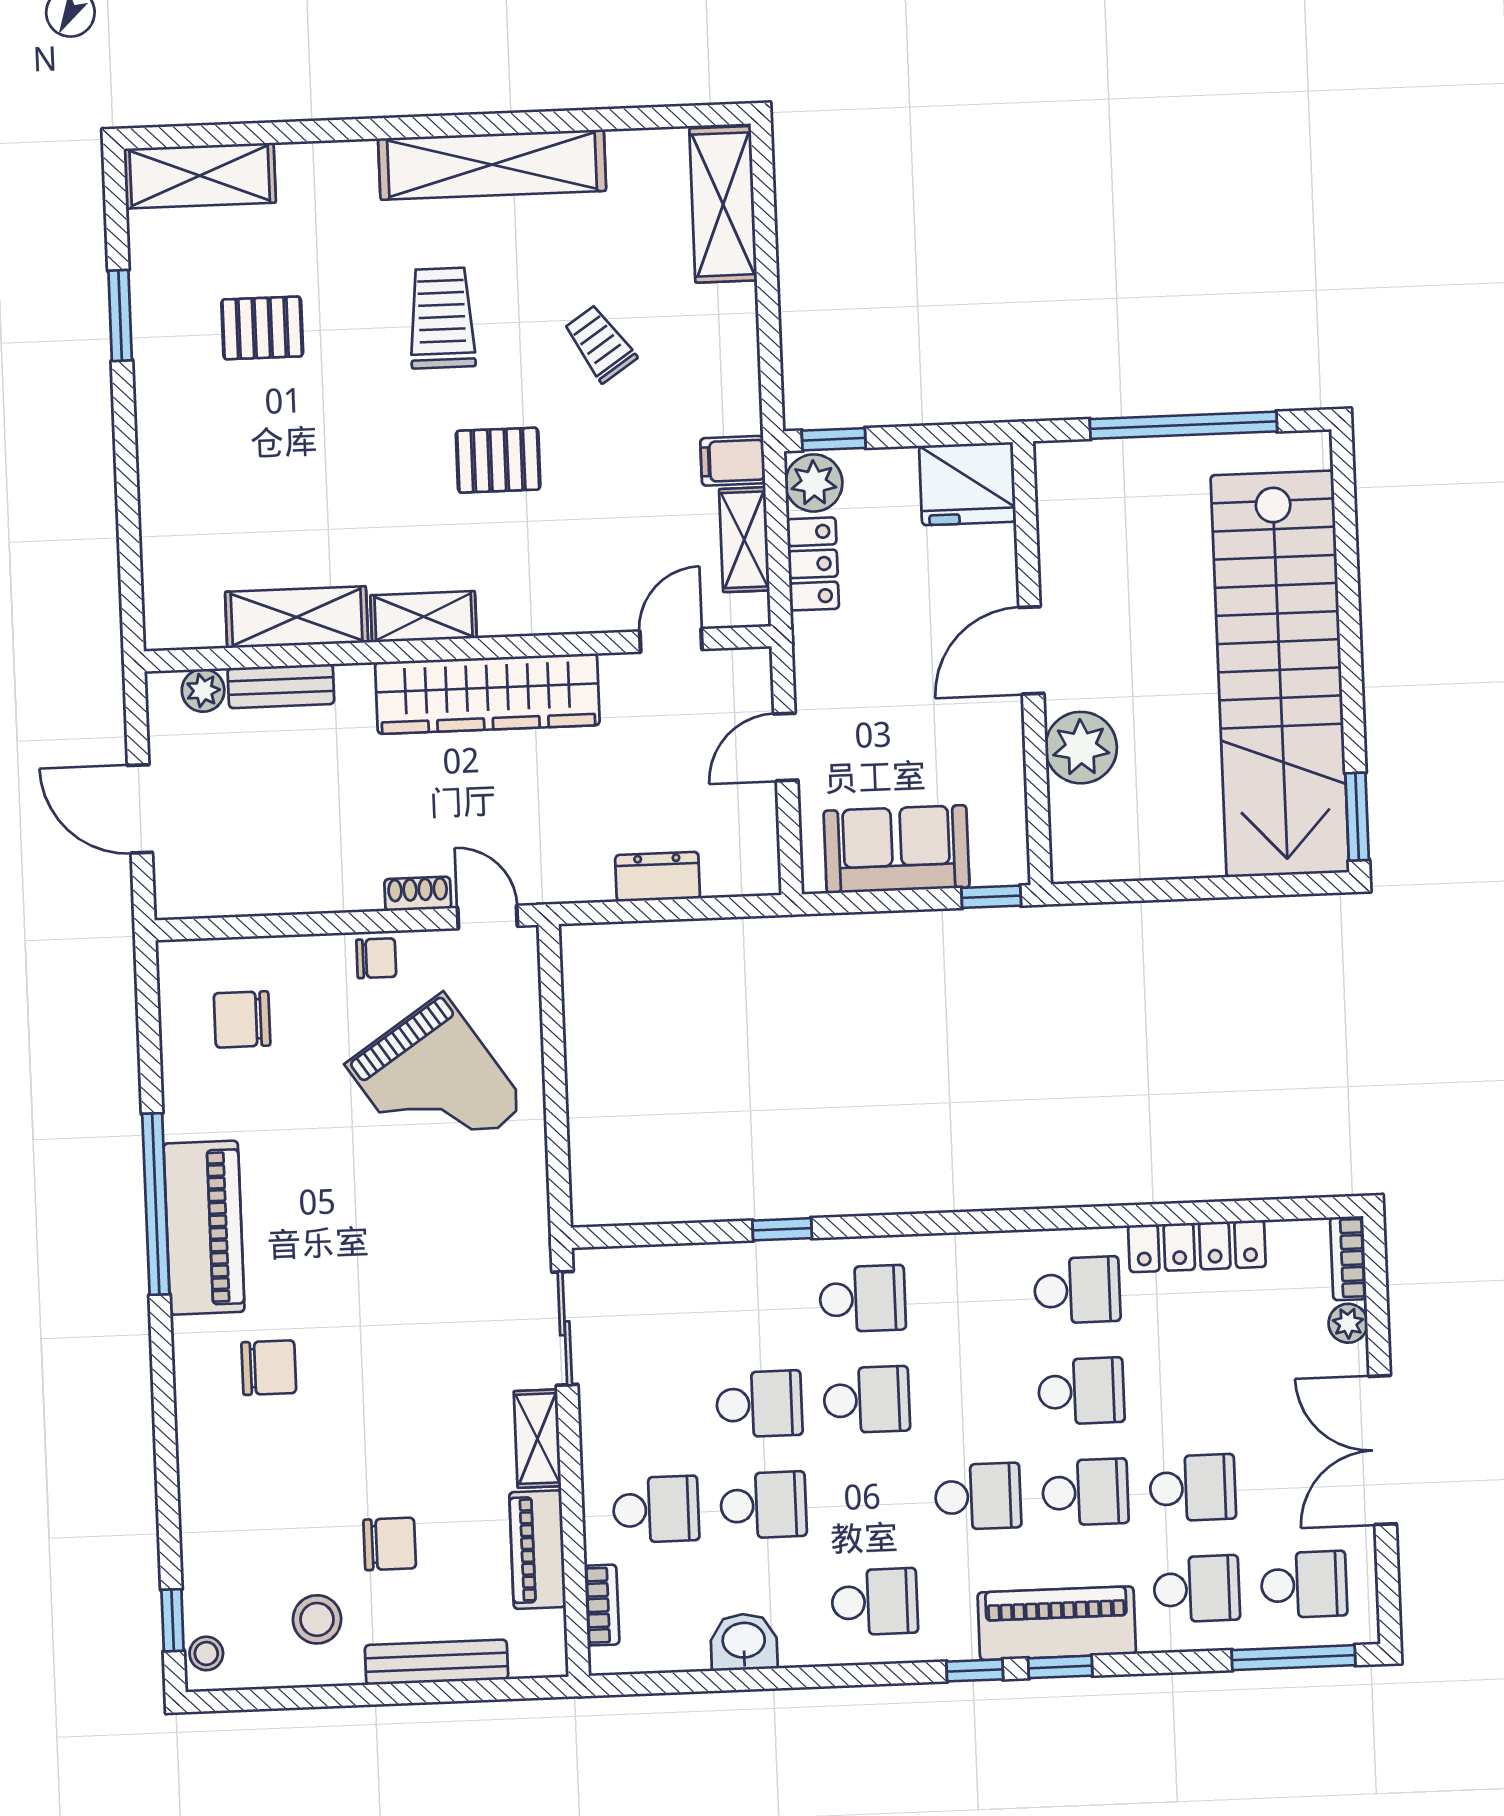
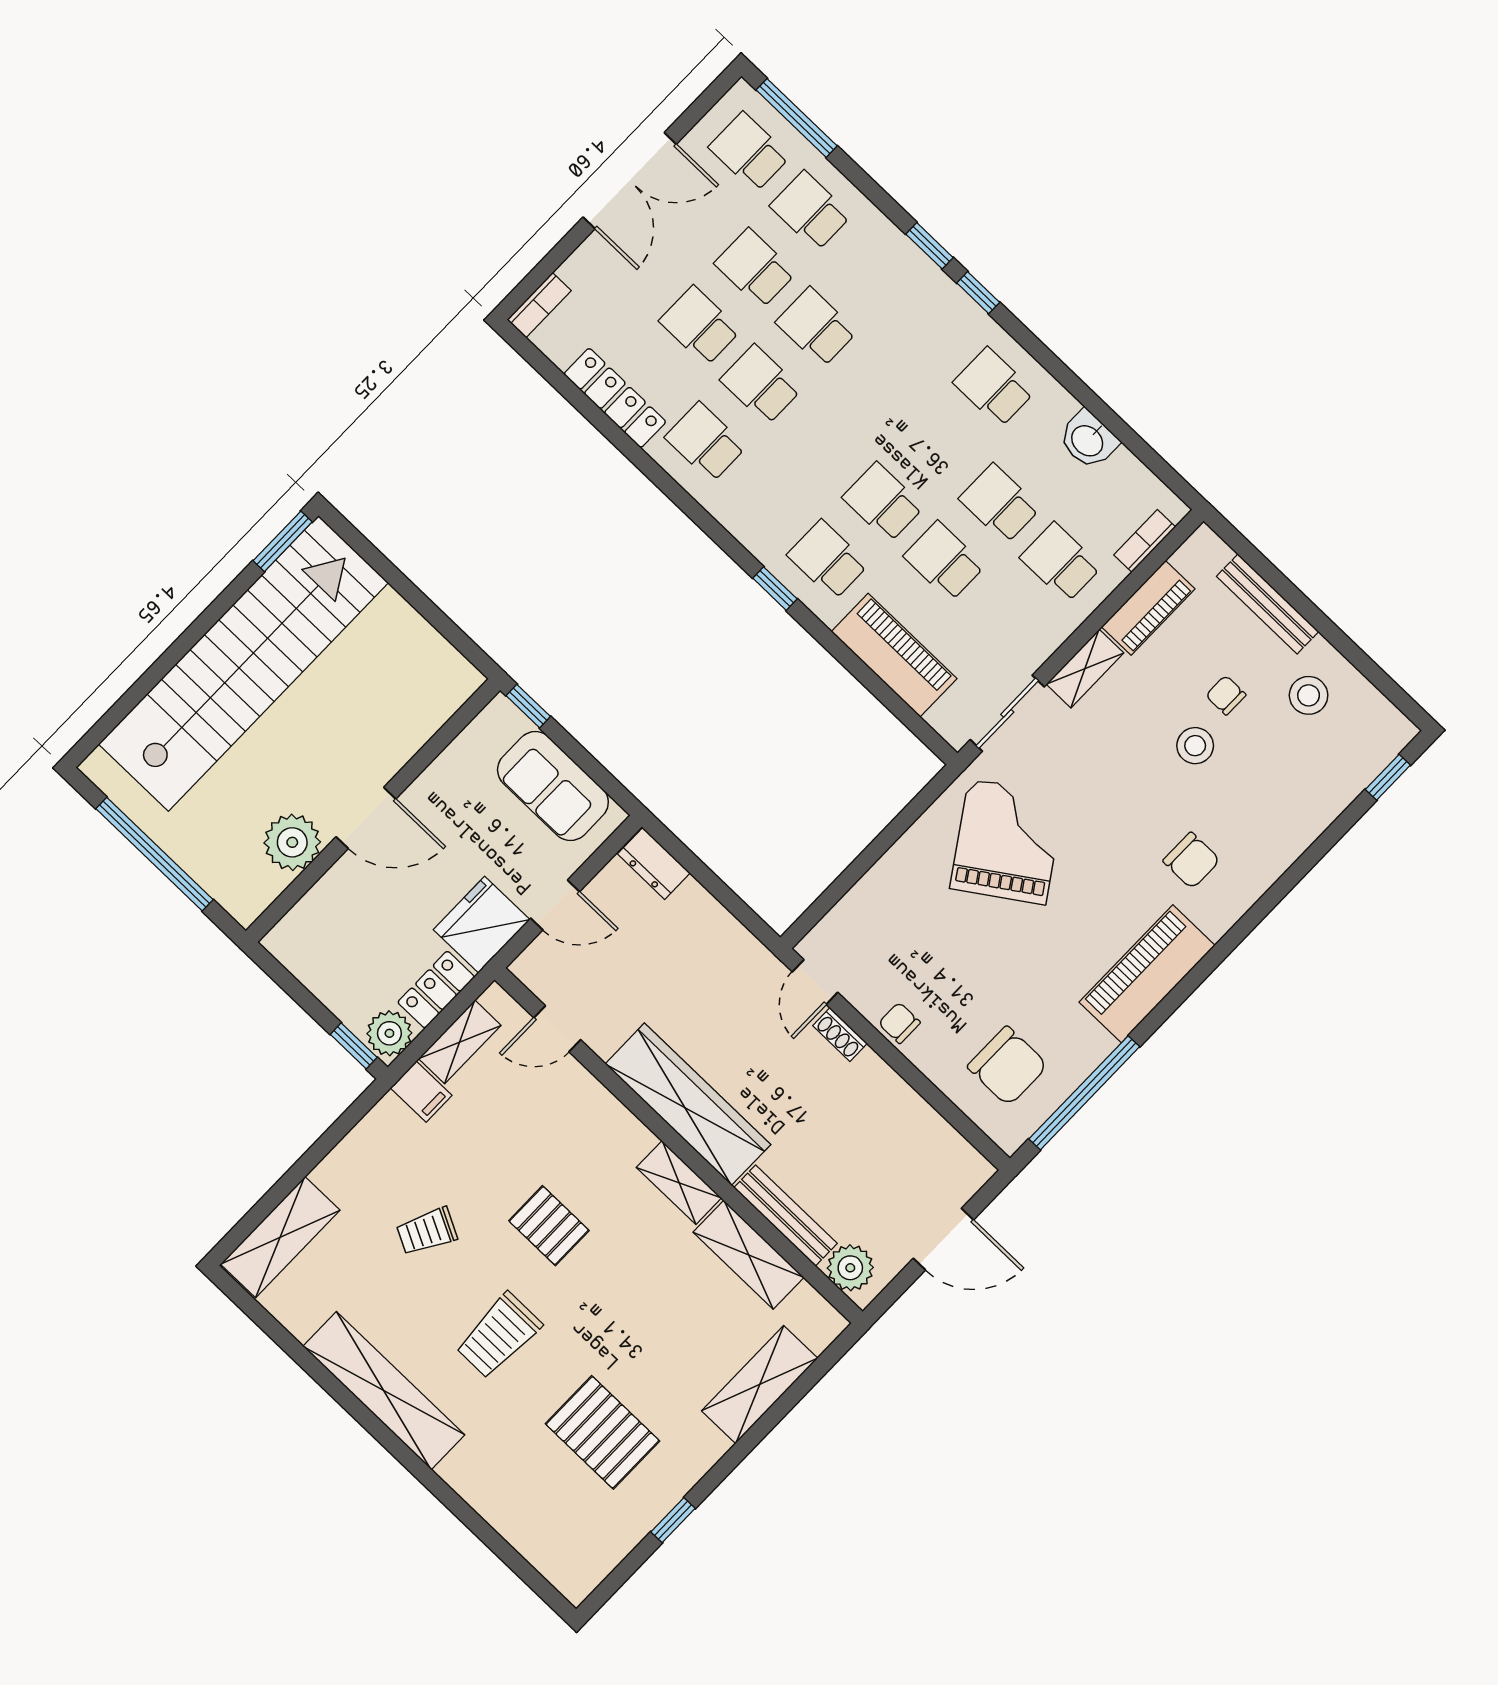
shelving: (200, 176) -> (760, 1385), moved, turned 90
window: (120, 316) -> (673, 1520), width x0.67
pallet: (262, 328) -> (603, 1432), width x1.50, depth x1.42
trolley: (600, 344) -> (427, 1231), turned 61
fridge: (968, 484) -> (482, 925), moved, turned -90
bench: (281, 686) -> (785, 1216), width x1.36
plant: (203, 690) -> (850, 1268), width x1.38, depth x1.38
plant: (1081, 748) -> (292, 842), moved
door: (140, 809) -> (943, 1239), hinge flipped
dresser: (658, 877) -> (654, 863), moved
chair: (242, 1019) -> (1008, 1066), width x1.37, depth x1.37
grand piano: (436, 1085) -> (1007, 842), moved
window: (156, 1204) -> (1084, 1093), moved
window: (782, 1229) -> (775, 589), moved
plant: (1348, 1323) -> (576, 270), removed
chair: (269, 1368) -> (1191, 860), turned 180
school desk: (978, 1496) -> (700, 326), moved
chair: (390, 1544) -> (1226, 695), width x0.73, depth x0.73
piano: (1057, 1623) -> (894, 655), moved, turned 180
stool: (206, 1653) -> (1195, 746), moved, width x1.37, depth x1.37

